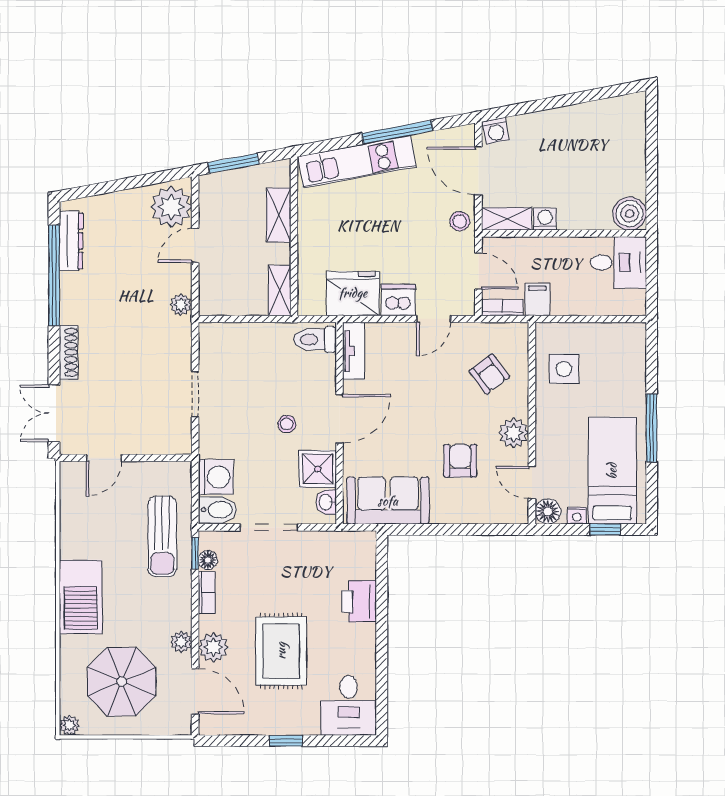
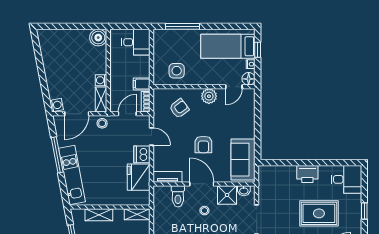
desk: (618, 262) -> (136, 42), moved, turned 90
toilet: (315, 339) -> (178, 196), moved
window: (652, 428) -> (183, 26), moved
armchair: (460, 461) -> (203, 144), moved, turned -90
printer: (359, 601) -> (307, 174), moved

